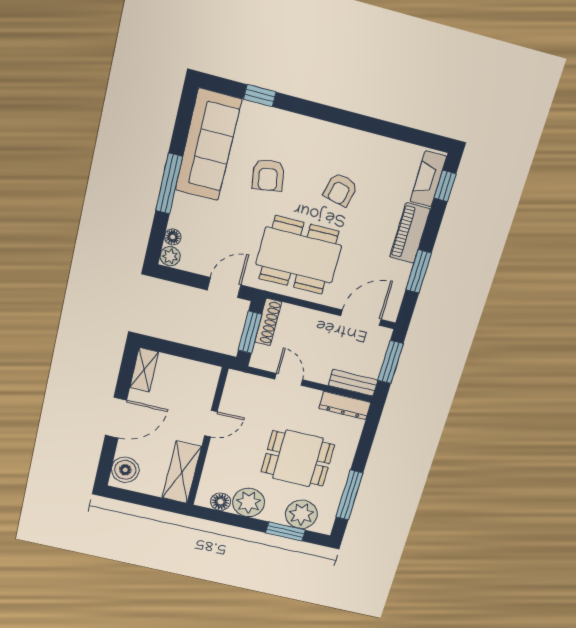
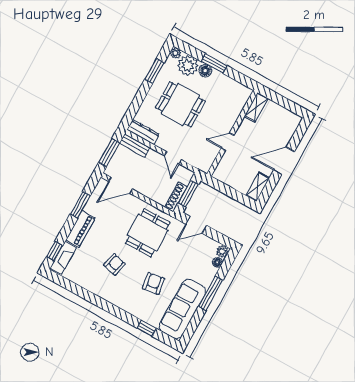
dining table: (299, 255) -> (148, 233), width x0.73
boiler: (125, 470) -> (289, 125), removed
shelving: (182, 472) -> (256, 107), width x0.67, depth x0.75
window: (349, 495) -> (155, 71), width x0.69
floor lamp: (221, 502) -> (205, 71), moved
plant: (249, 502) -> (175, 53), moved, width x0.53, depth x0.53
window: (285, 531) -> (214, 64), moved

